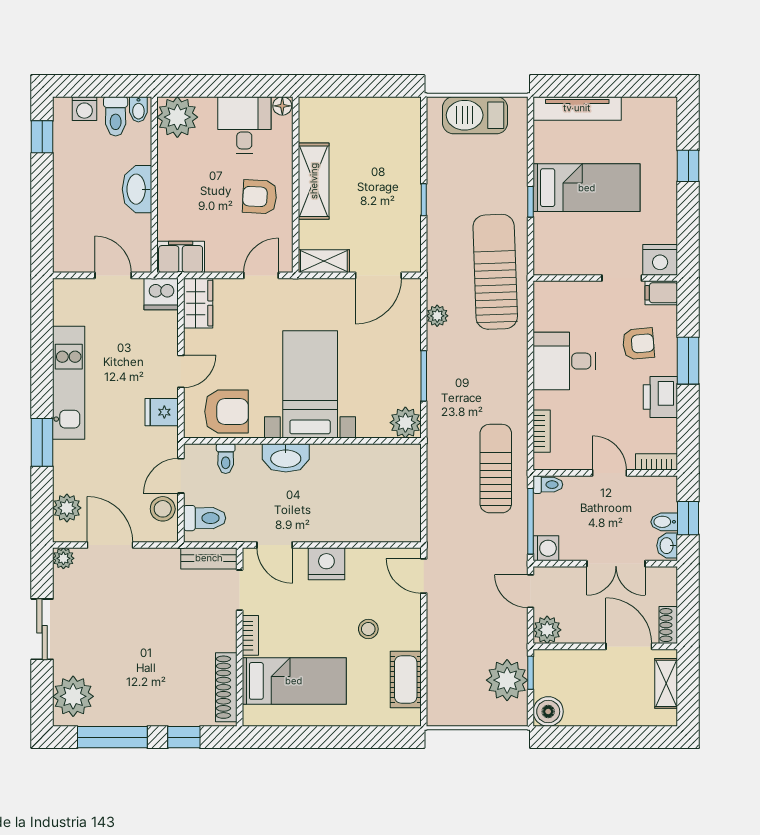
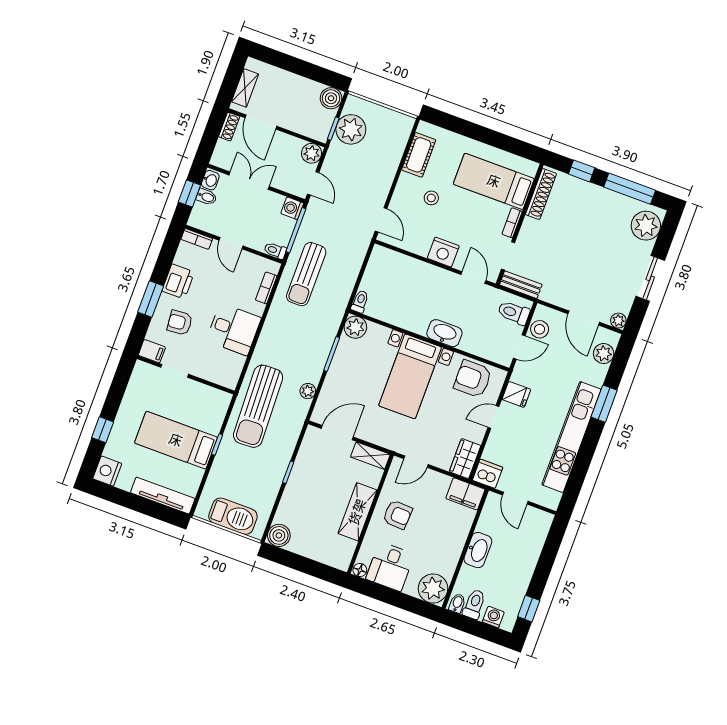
boiler: (405, 112) -> (279, 535), added
nightstand: (660, 260) -> (107, 471), moved, turned -90
kitchen unit: (69, 383) -> (571, 437), width x1.36
toilet: (226, 459) -> (360, 302), moved

